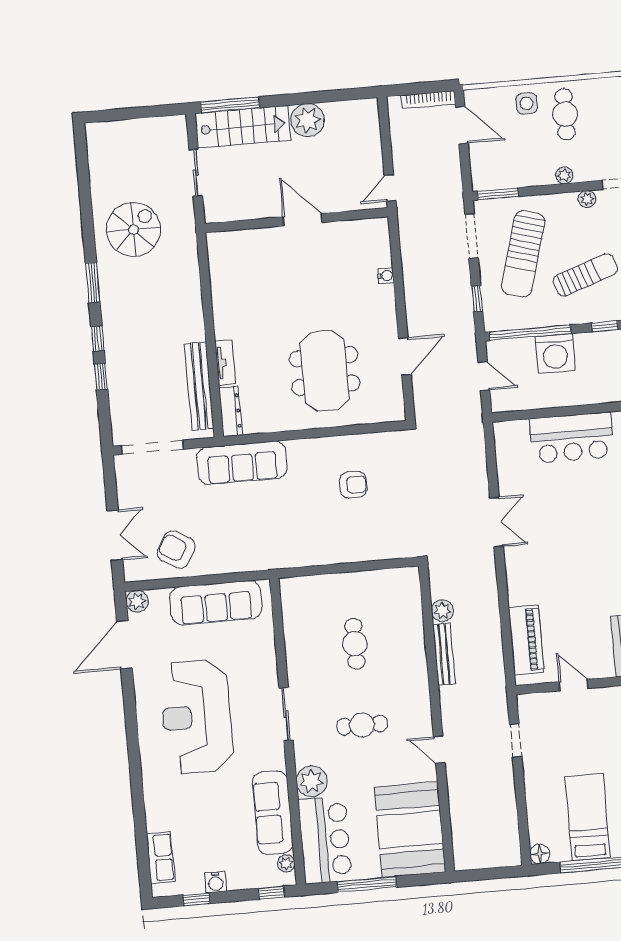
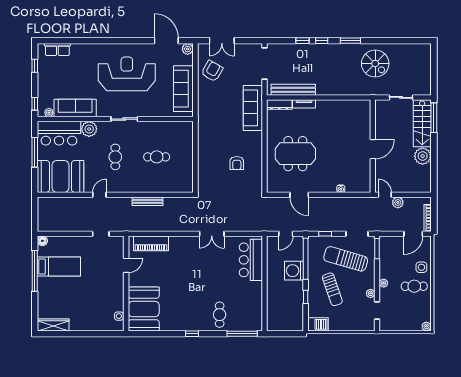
bar counter: (572, 438) -> (251, 260), moved
plant: (442, 611) -> (398, 202), moved
water cooler: (216, 882) -> (43, 76), removed

